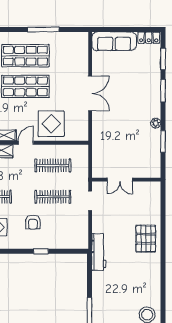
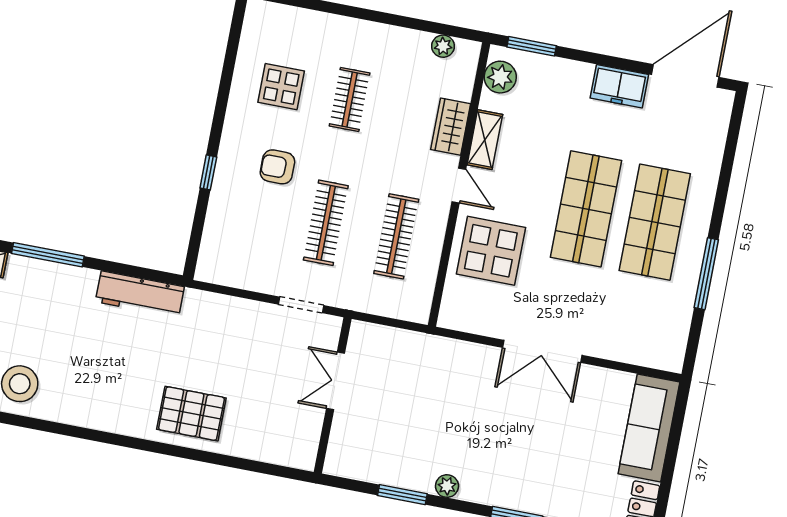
workbench: (99, 252) -> (140, 294), moved

